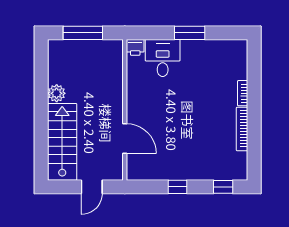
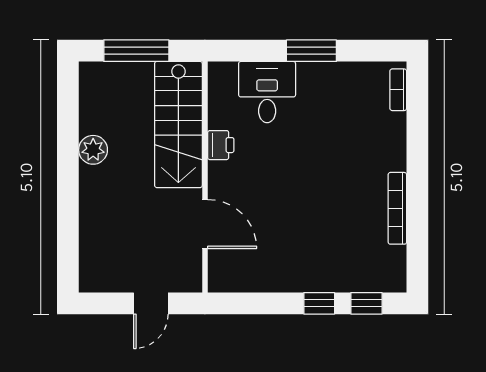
printer: (135, 47) -> (221, 145), moved, turned -90
bookcase: (243, 93) -> (398, 90), moved
stairs: (62, 142) -> (178, 124), moved, turned 180
window: (177, 187) -> (319, 303), moved

